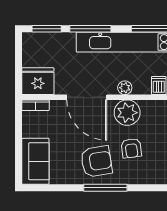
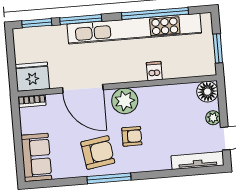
plant: (125, 88) -> (120, 76), removed
armchair: (131, 148) -> (132, 136), turned -83

